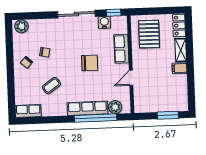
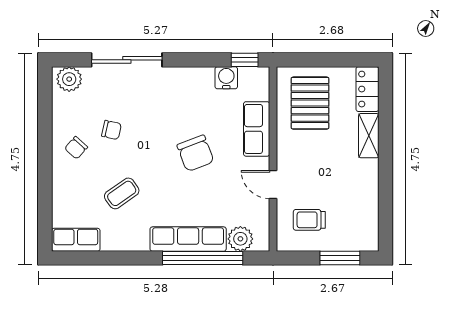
sliding door: (76, 14) -> (127, 60), moved
chair: (90, 63) -> (196, 153), turned 69
filing cabinet: (180, 68) -> (365, 170), removed
door: (131, 78) -> (273, 185), hinge flipped
trolley: (151, 96) -> (309, 220), added

